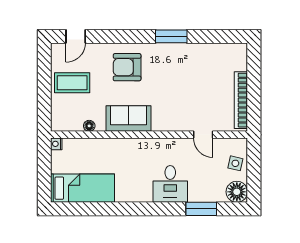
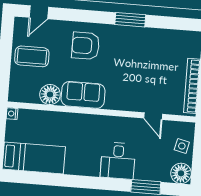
floor lamp: (89, 126) -> (50, 95), width x1.89, depth x1.89

